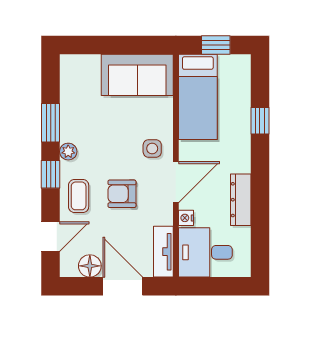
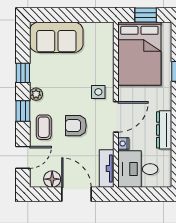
sofa: (137, 75) -> (56, 37), moved
bed: (198, 97) -> (139, 54), width x1.50
window: (51, 123) -> (23, 73), width x0.67

